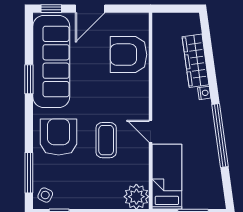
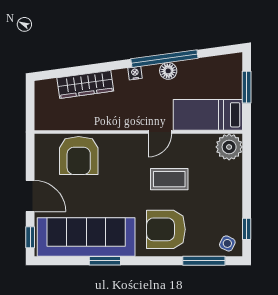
nightstand: (204, 93) -> (135, 73), moved
floor lamp: (208, 139) -> (168, 71), added

